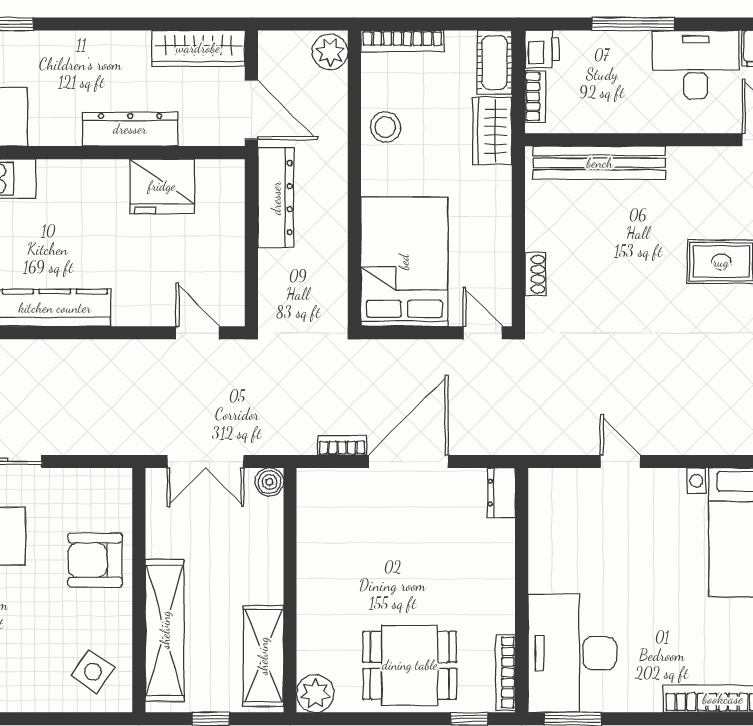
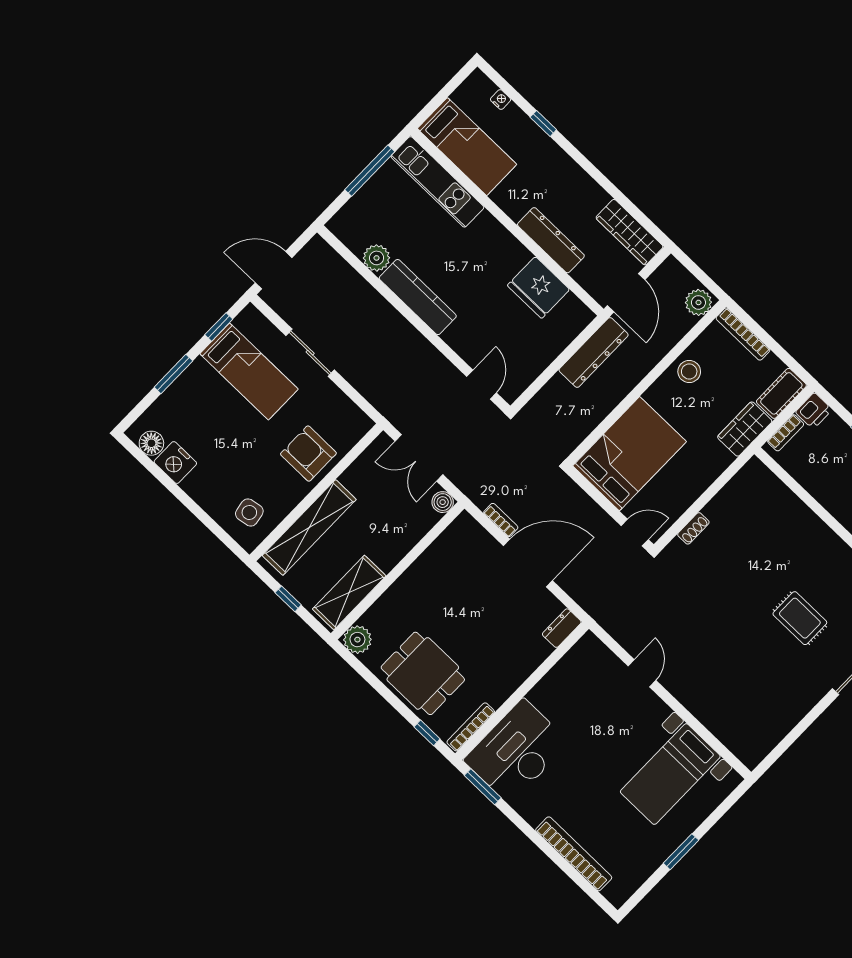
bench: (600, 163) -> (786, 502), removed
door: (483, 333) -> (635, 533), hinge flipped
side table: (93, 672) -> (249, 513), turned 45

